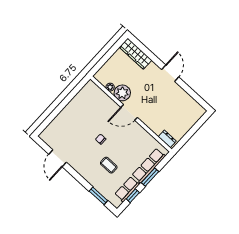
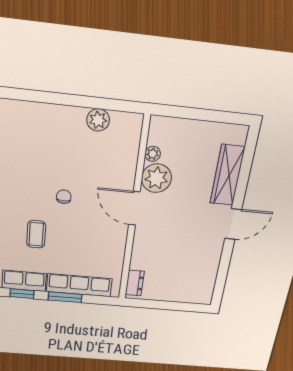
wardrobe: (136, 54) -> (227, 175), moved
plant: (79, 100) -> (98, 120), added

